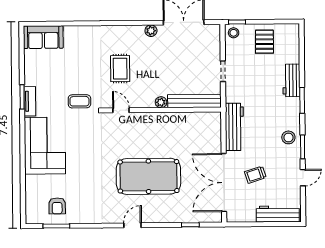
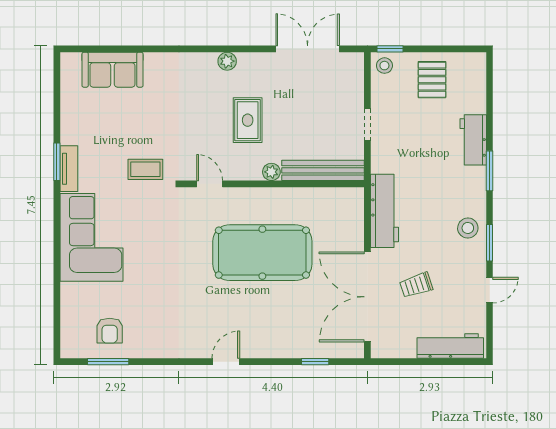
plant: (151, 31) -> (227, 61), moved
sofa: (43, 37) -> (112, 70), moved
rug: (120, 69) -> (248, 120), moved
pool table: (148, 176) -> (262, 253), moved

